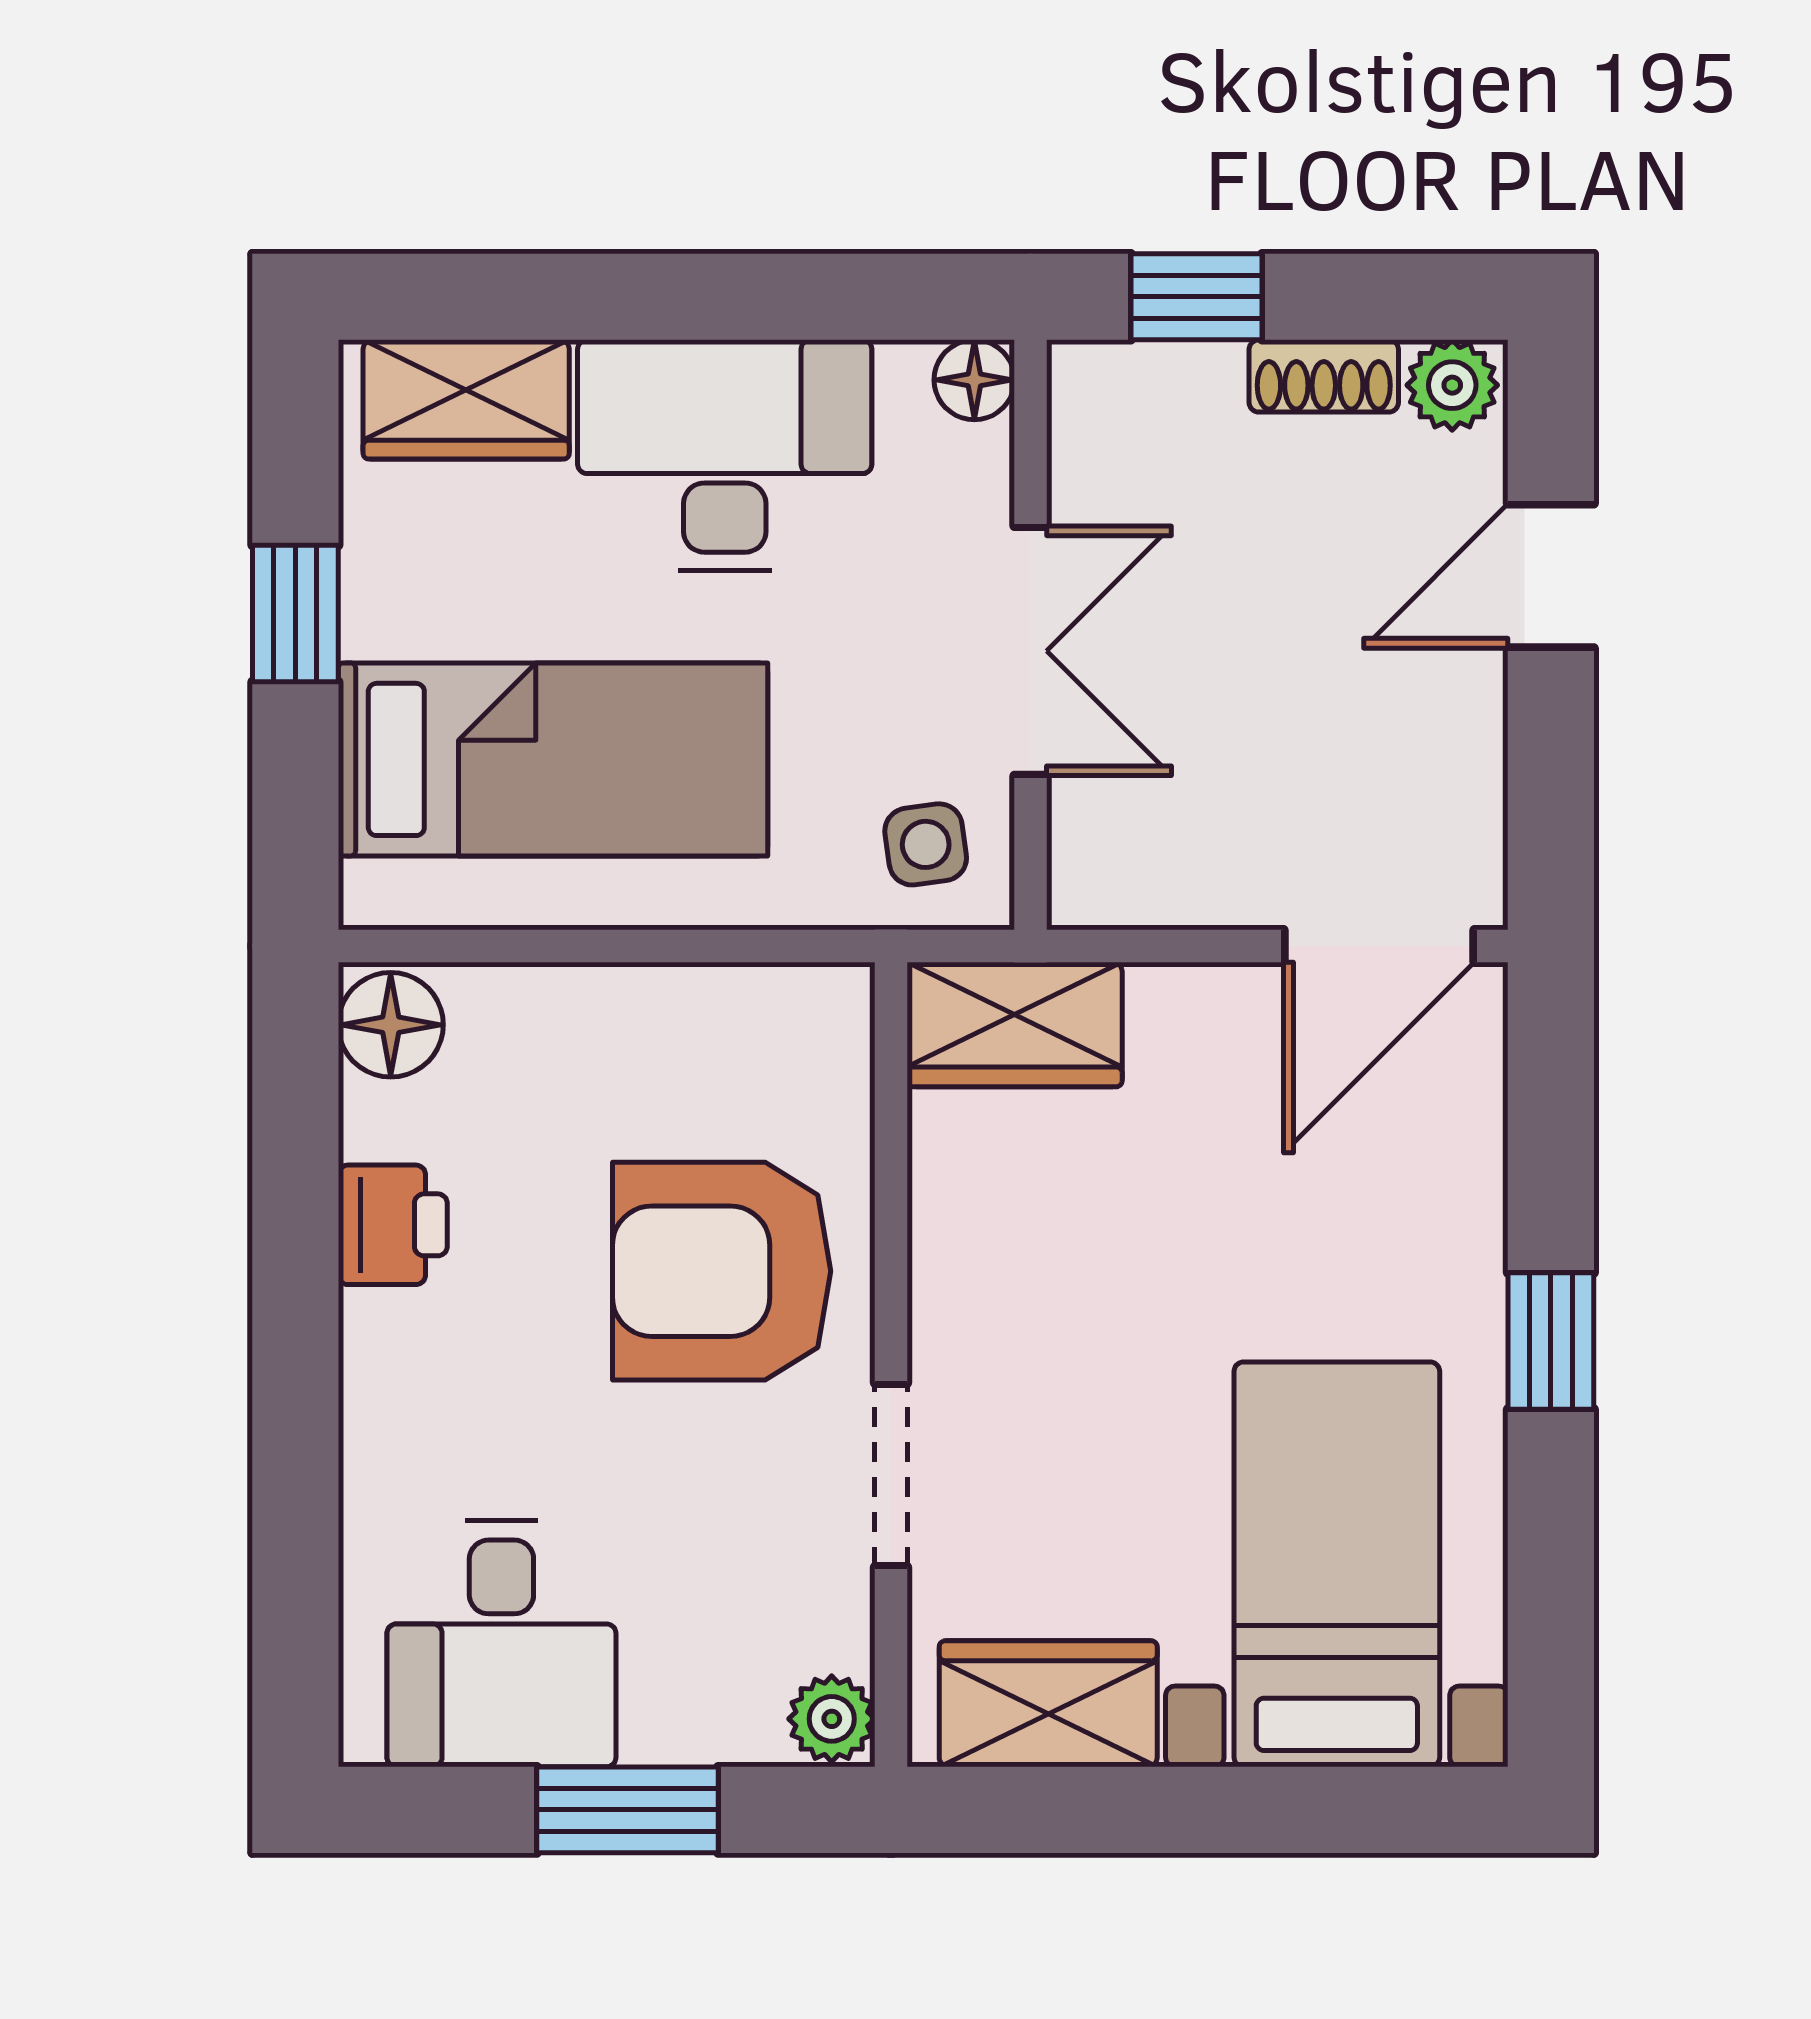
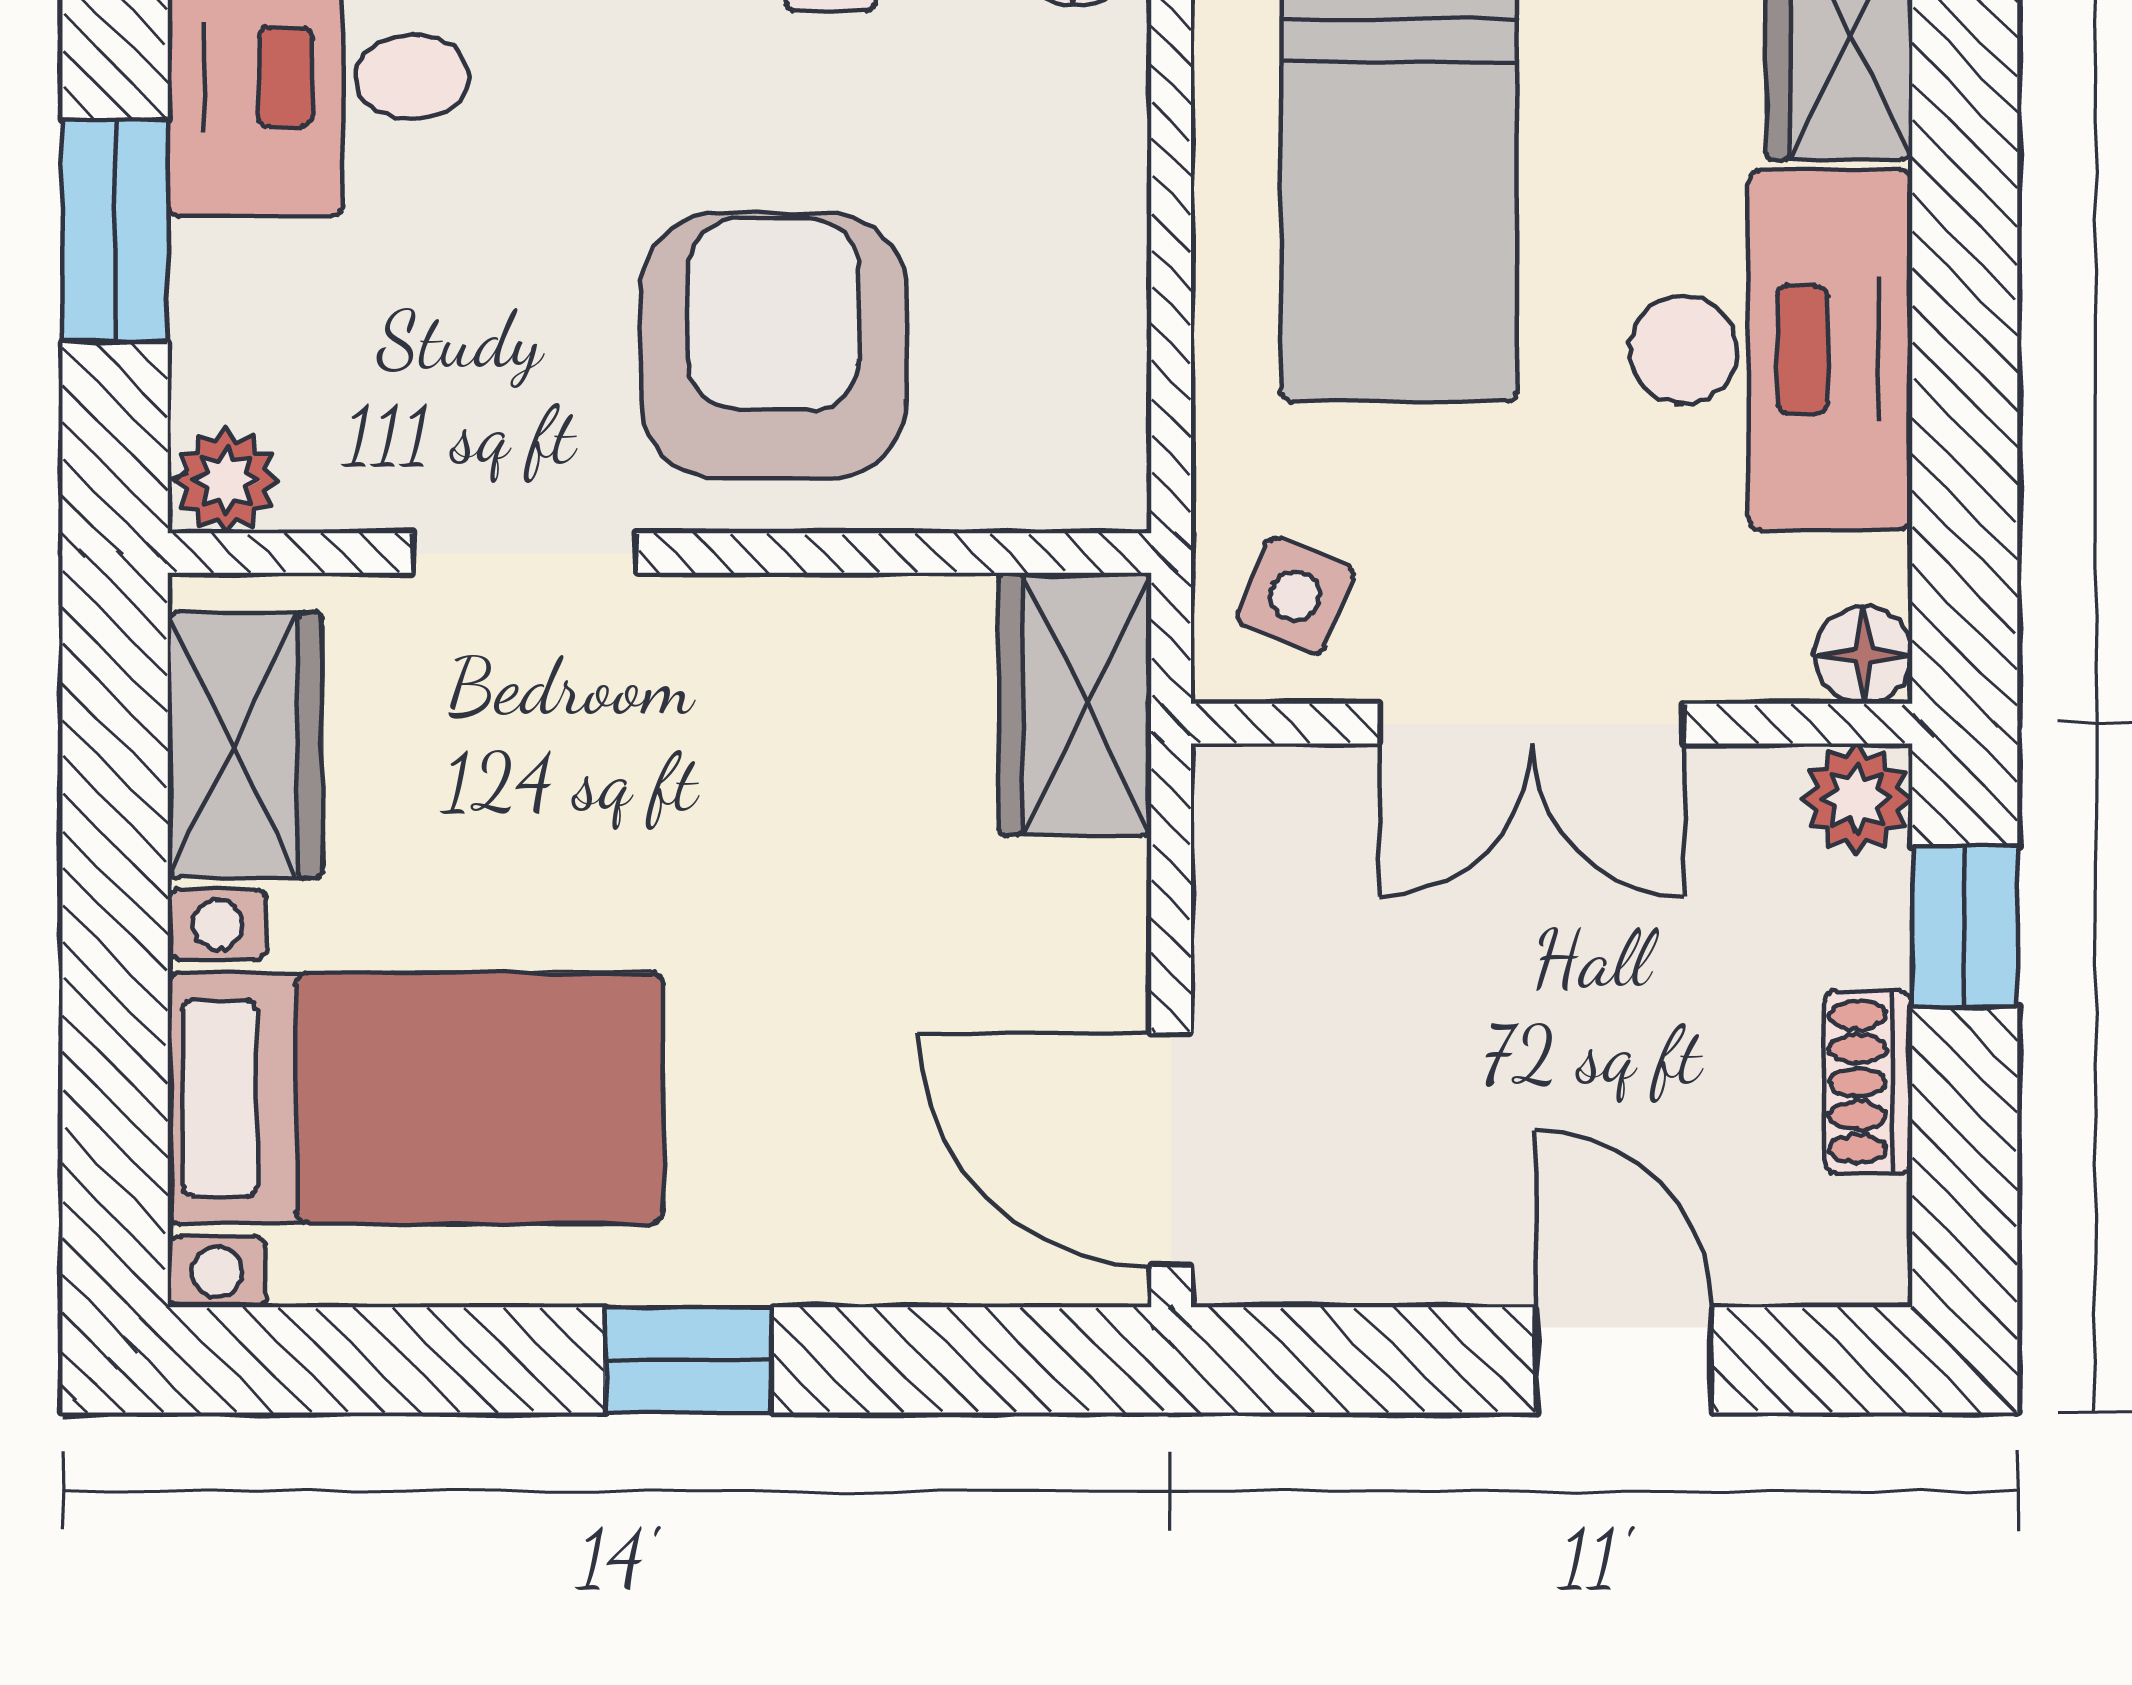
plant: (1452, 385) -> (1857, 799), moved
side table: (926, 844) -> (1295, 596), turned 30

